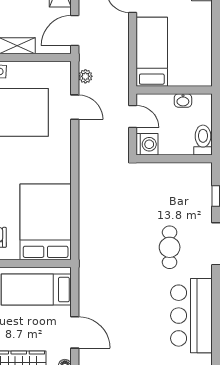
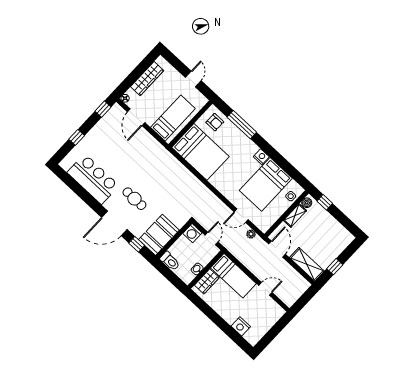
wardrobe: (187, 76) -> (207, 281), added
door: (133, 116) -> (212, 239), swing flipped
booth: (185, 181) -> (159, 235), added
door: (75, 332) -> (136, 117), hinge flipped

